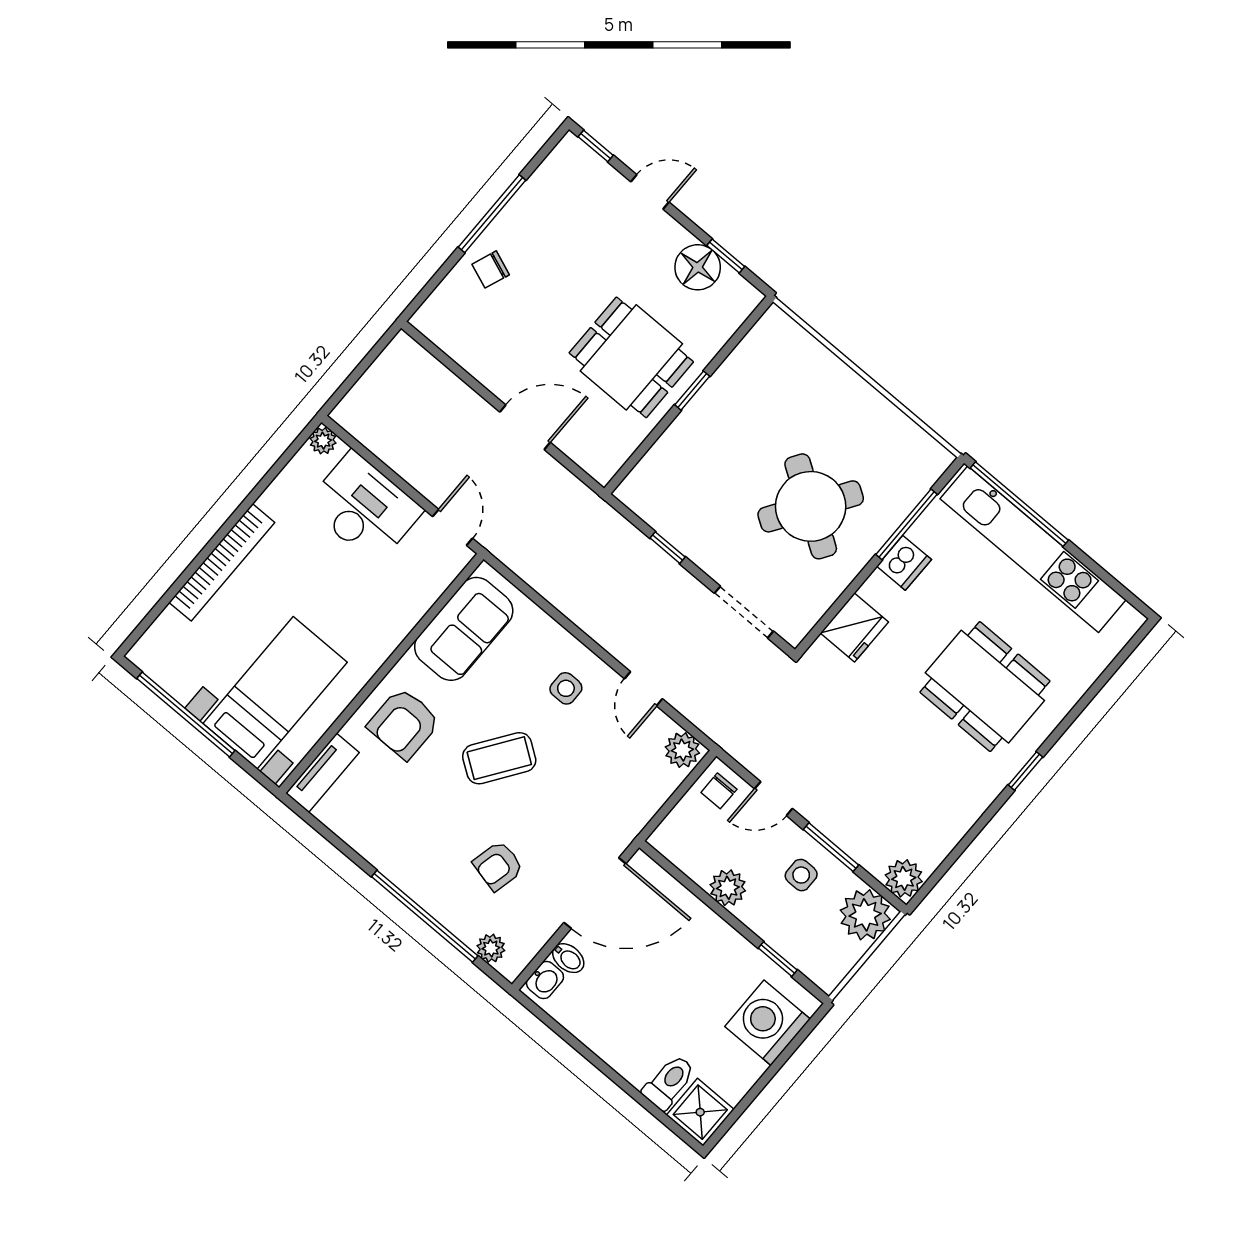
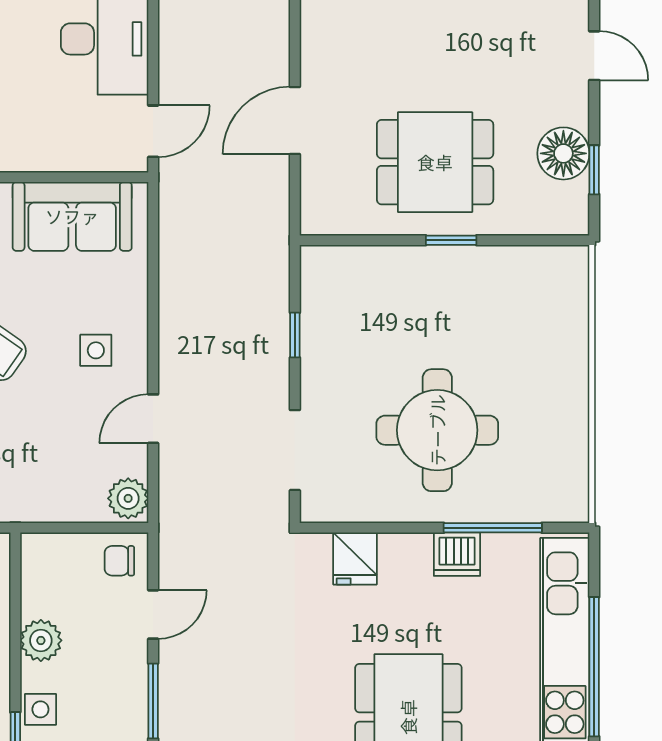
dining table: (631, 357) -> (435, 162), turned 90
door: (525, 427) -> (295, 120), swing flipped
window: (1019, 504) -> (594, 667), moved
round table: (811, 506) -> (437, 430), turned -33
fridge: (854, 627) -> (355, 558), width x0.72
door: (774, 799) -> (153, 614), swing flipped
side table: (801, 875) -> (40, 709), moved

